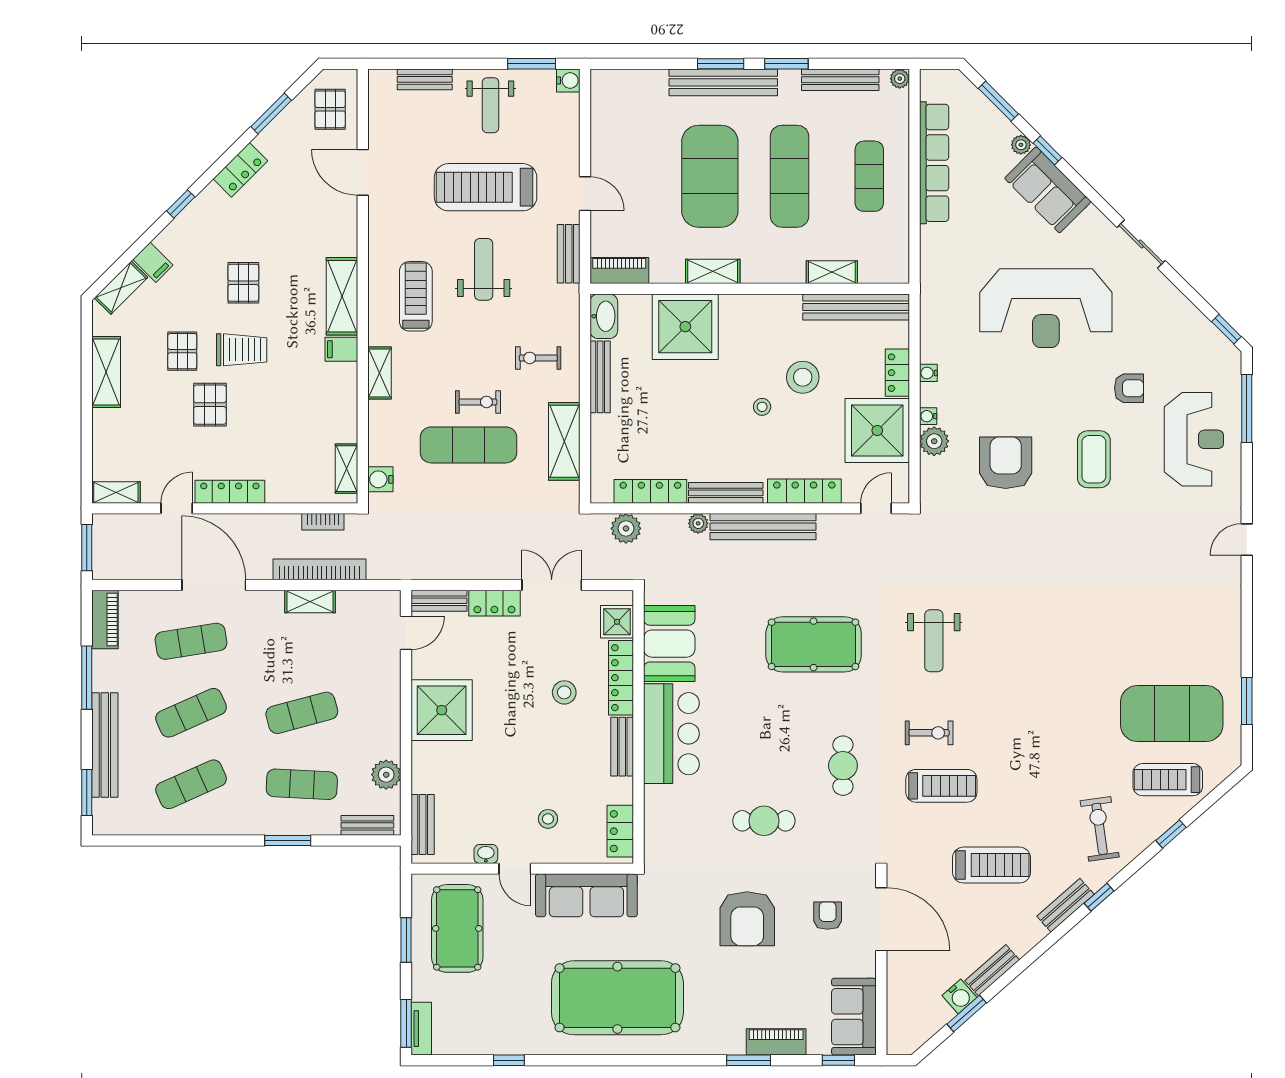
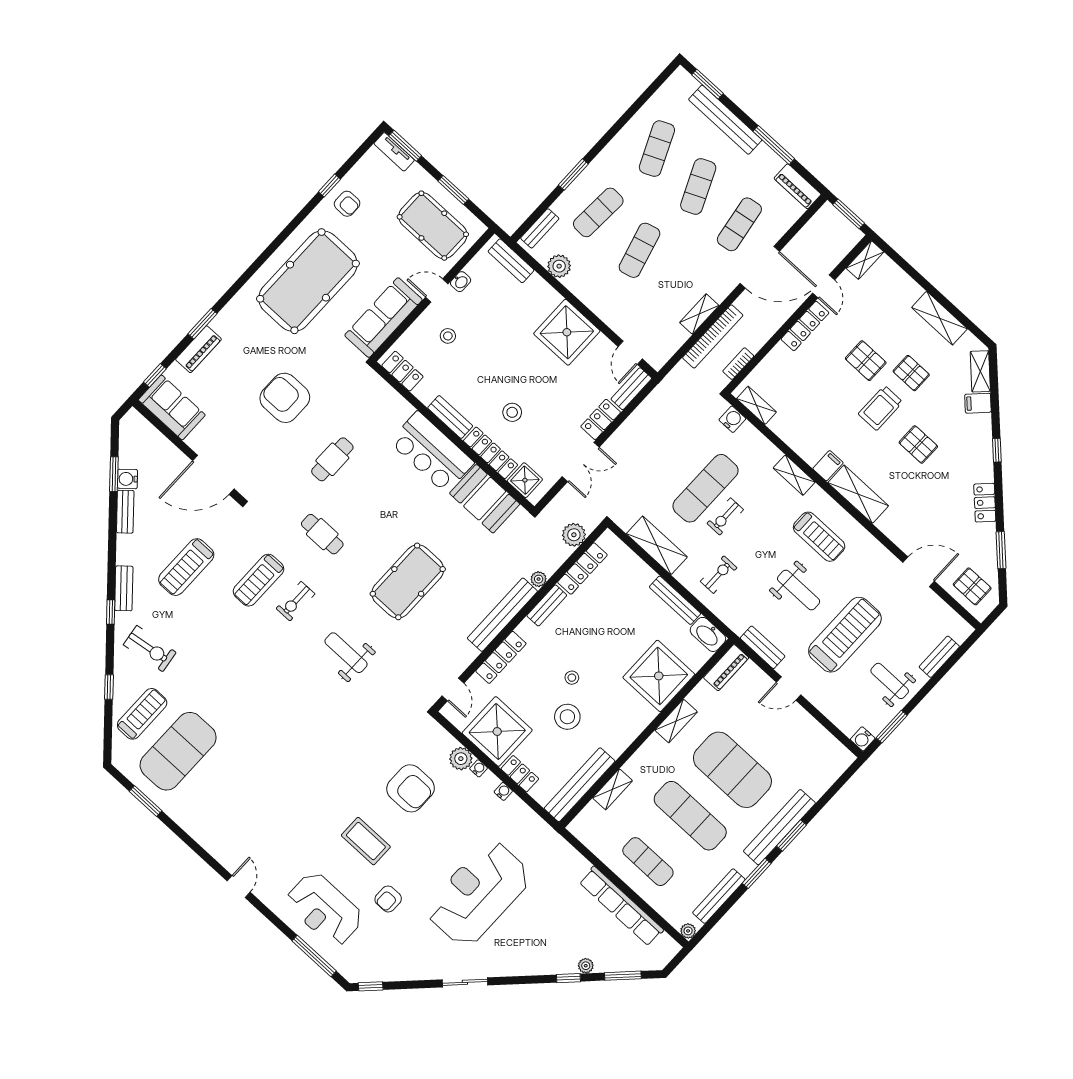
sofa: (1048, 190) -> (545, 957), removed
bench: (726, 493) -> (547, 605), width x0.73
armchair: (828, 916) -> (347, 204), moved

